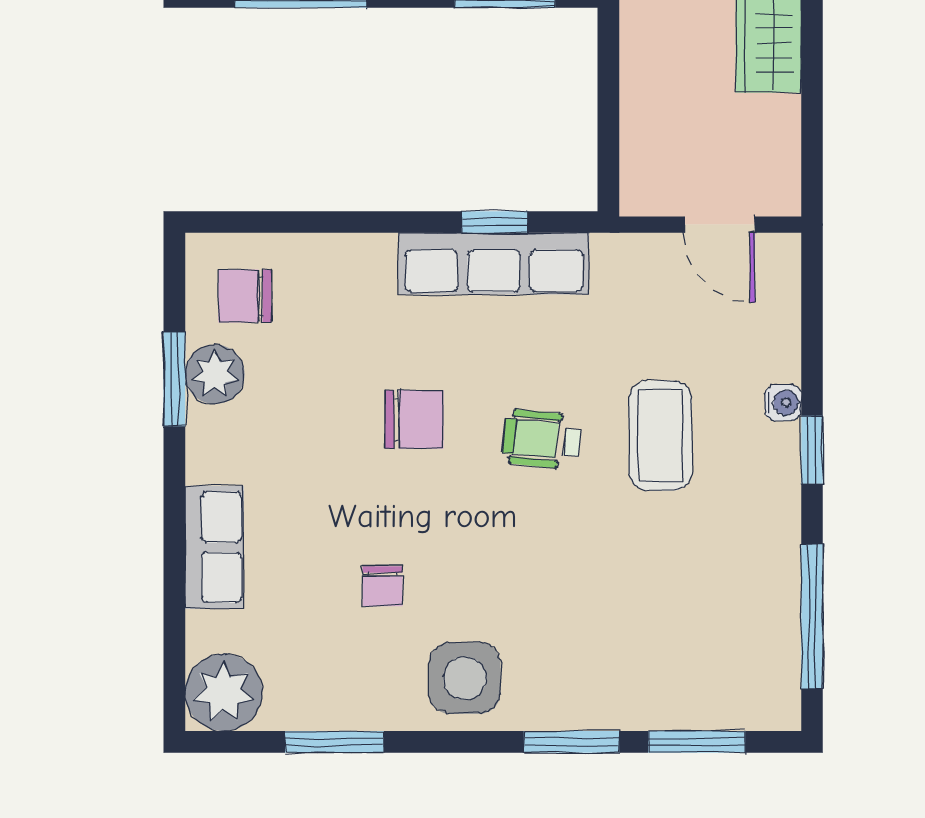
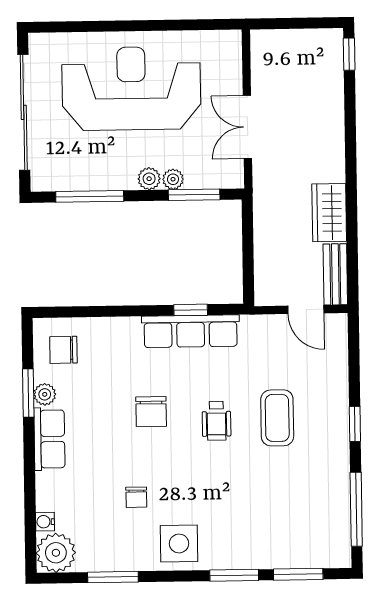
bench: (778, 157) -> (335, 274), added
plant: (215, 374) -> (45, 394), width x0.73, depth x0.73
water cooler: (783, 403) -> (45, 522), moved, turned 180
chair: (414, 419) -> (151, 412), turned 90
wheelchair: (542, 439) -> (216, 421), turned -96
row of seats: (214, 547) -> (49, 439), moved

